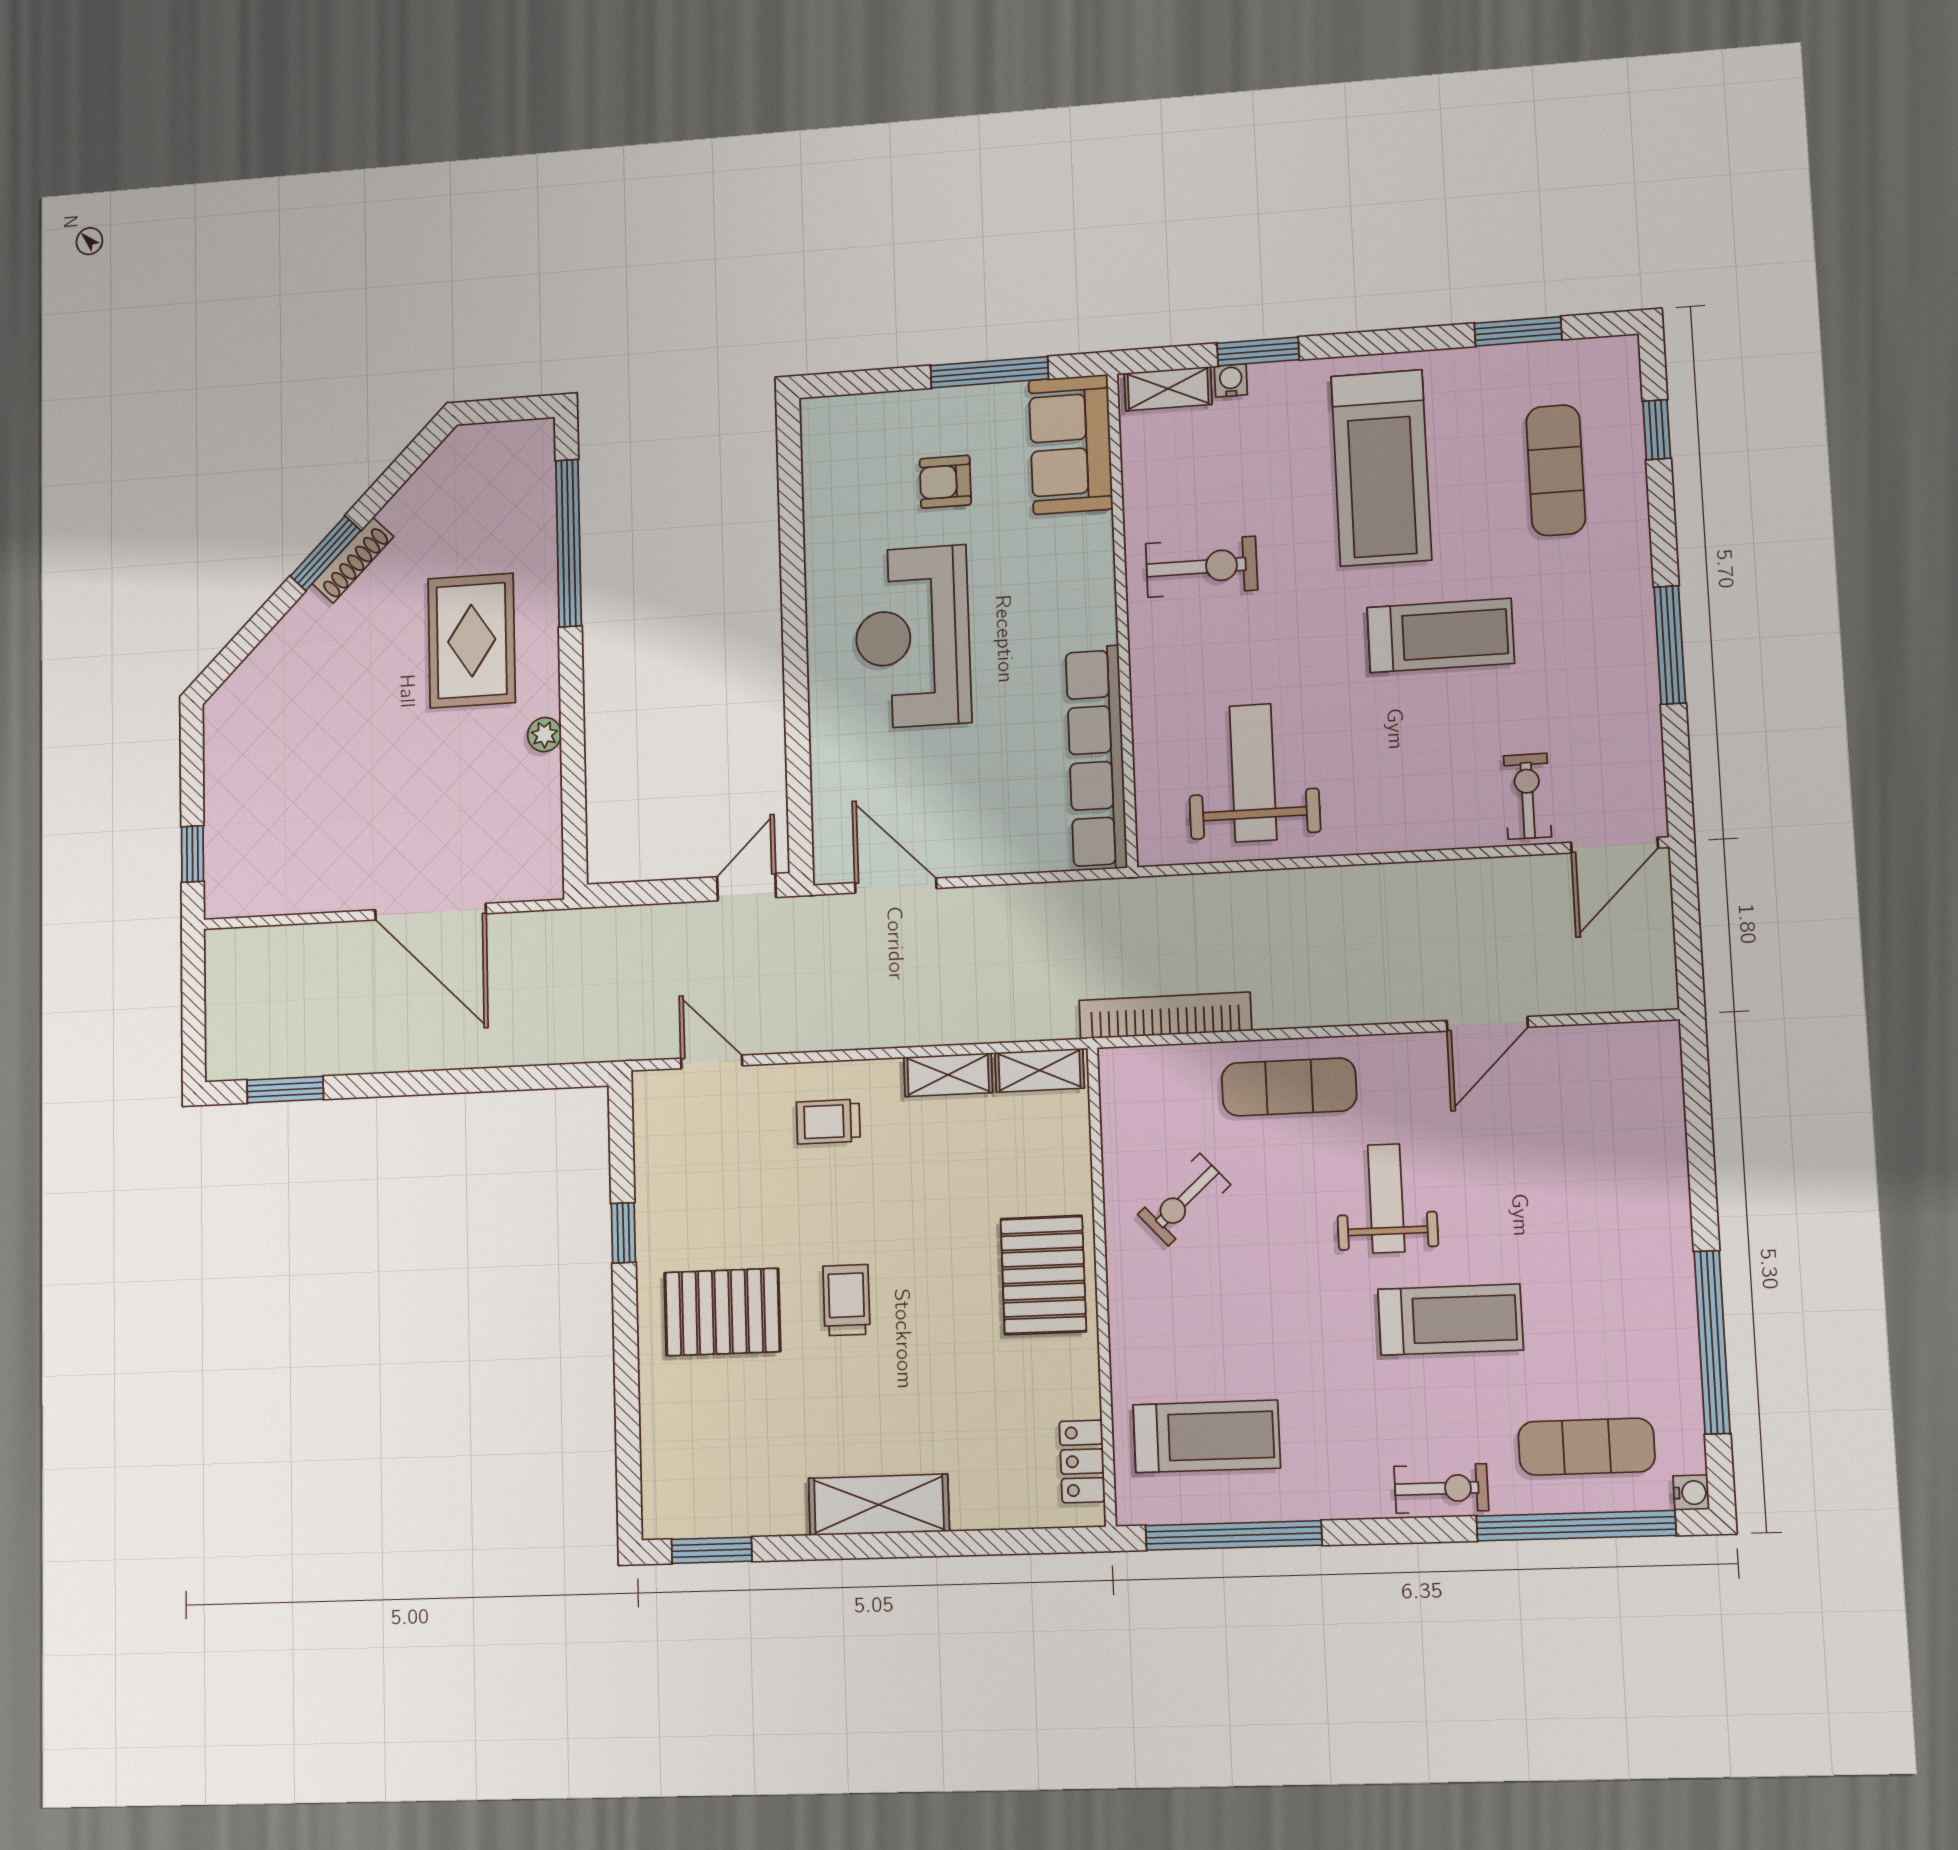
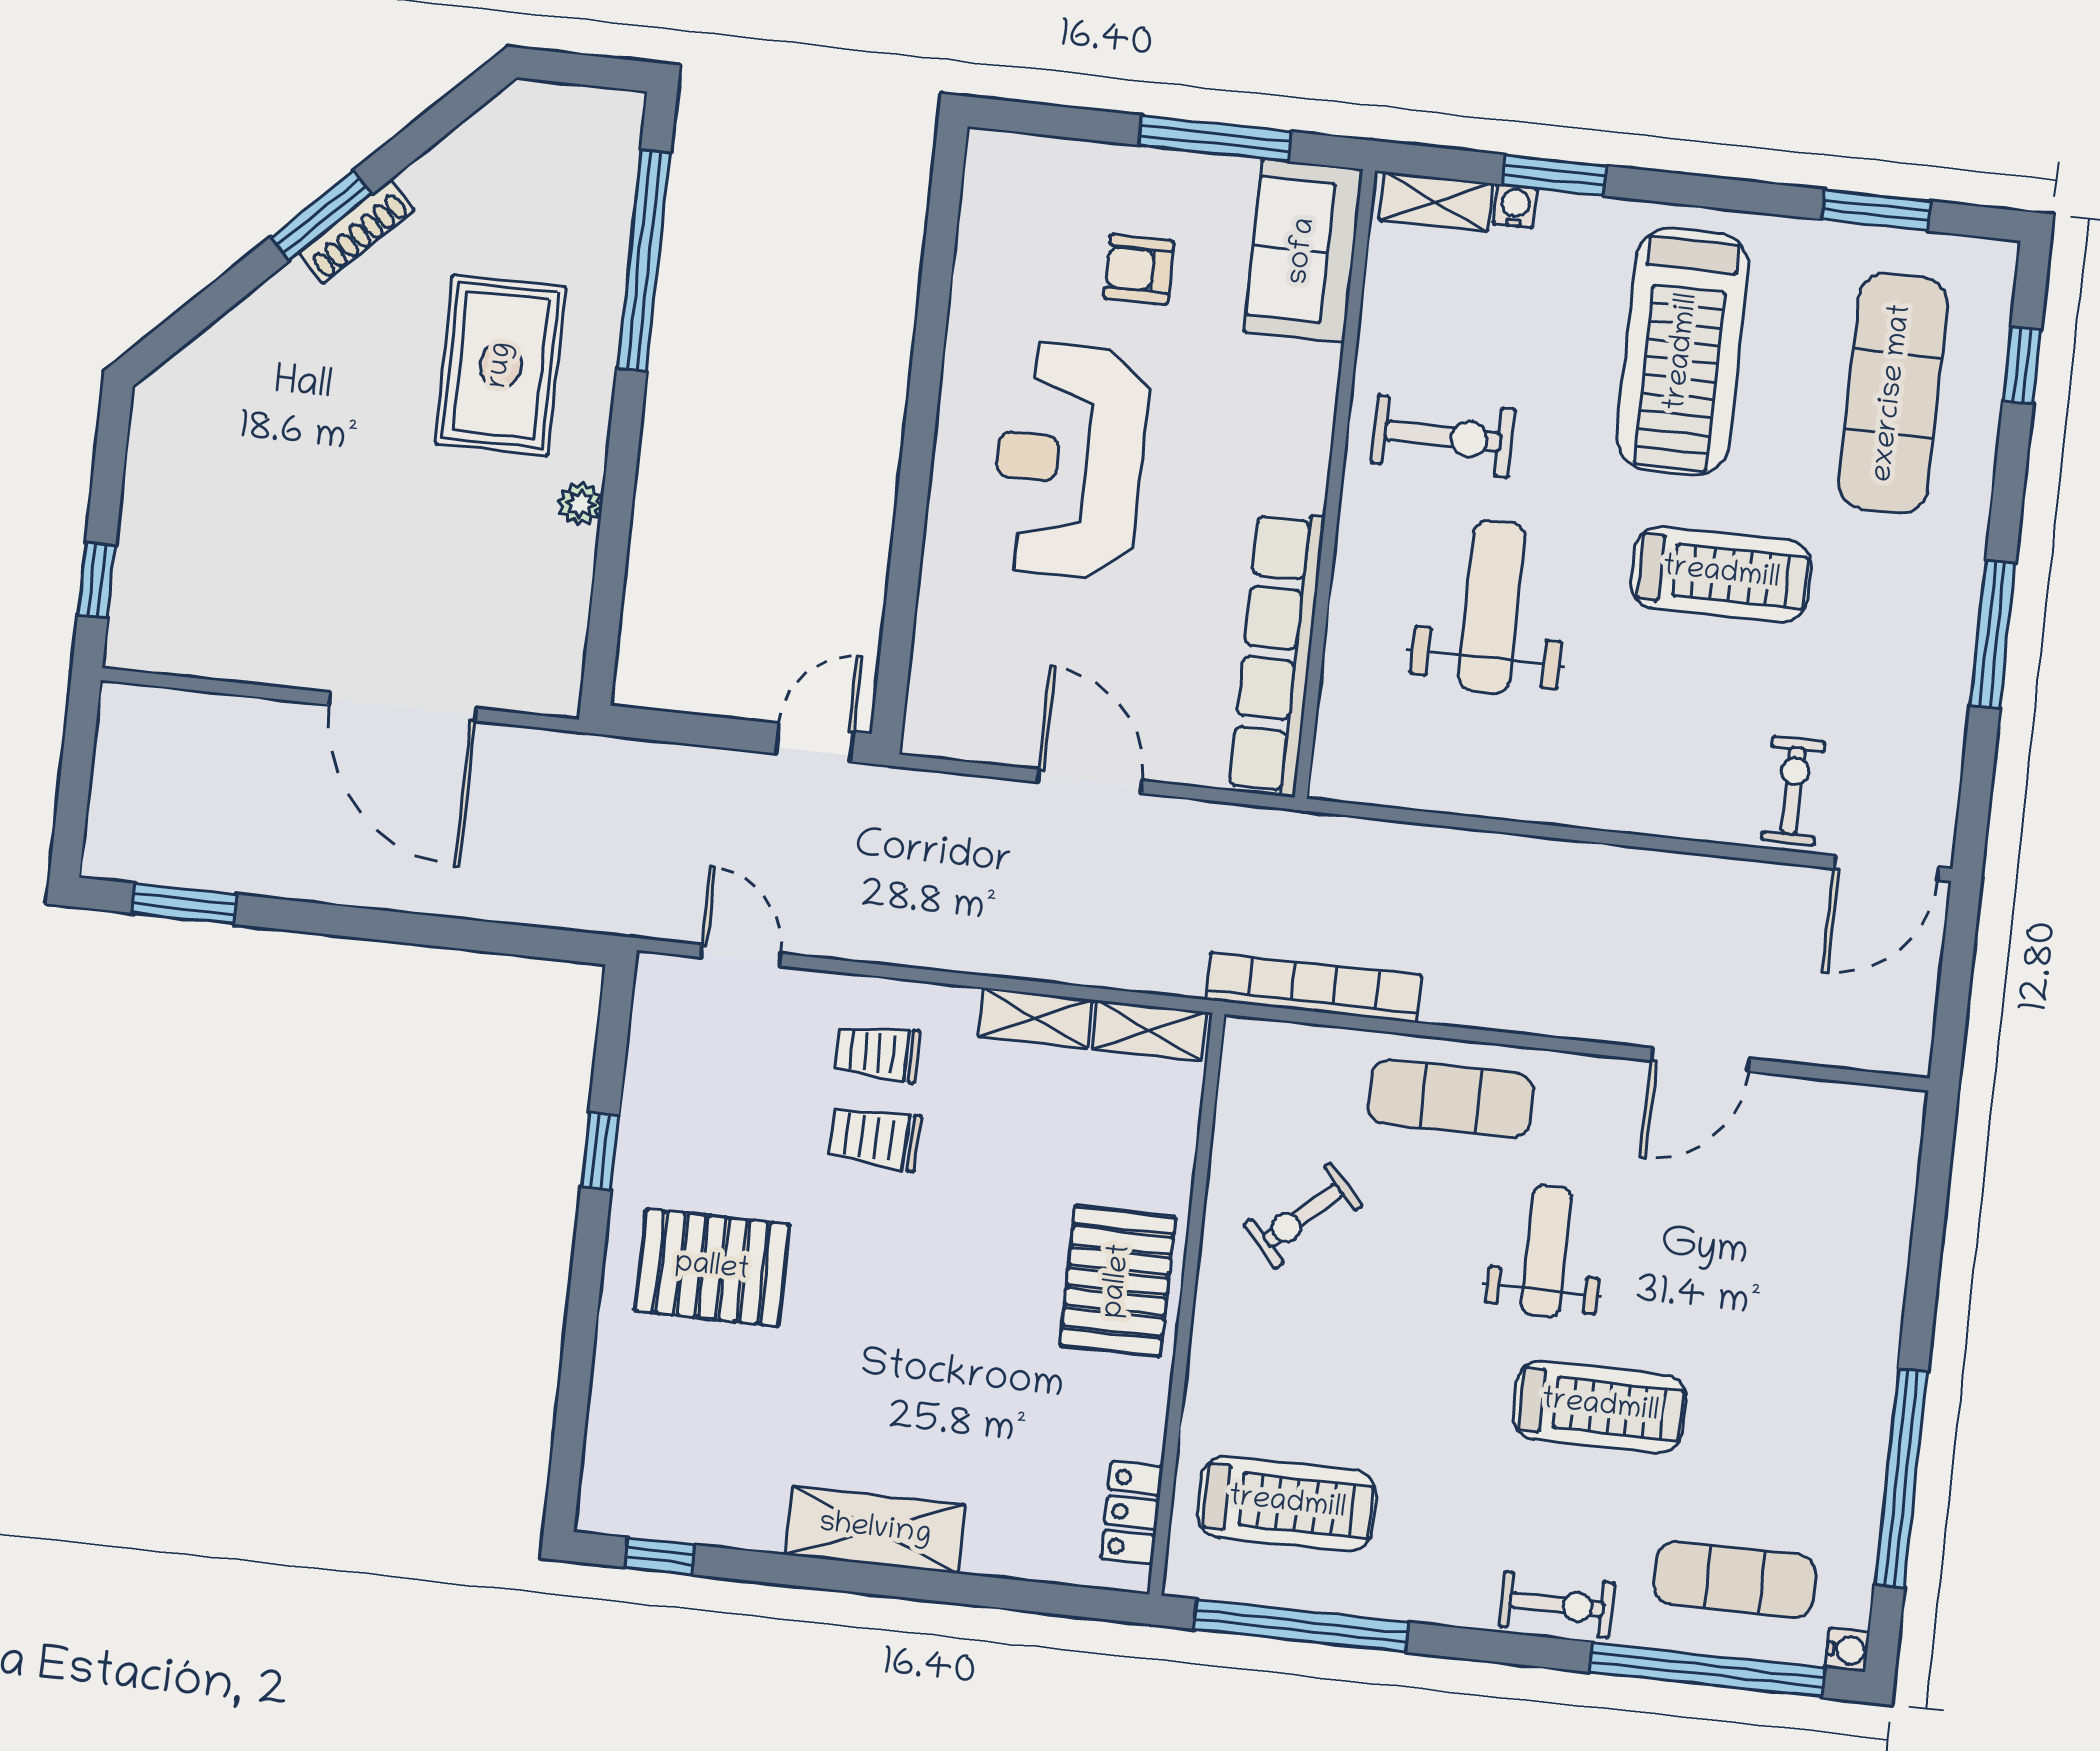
exercise mat: (1556, 470) -> (1893, 393), width x1.36, depth x1.45
weight bench: (1253, 773) -> (1492, 607), moved
door: (896, 886) -> (1090, 781), moved
trolley: (846, 1300) -> (875, 1138), moved, turned -88
window: (712, 1550) -> (660, 1556), width x0.67

